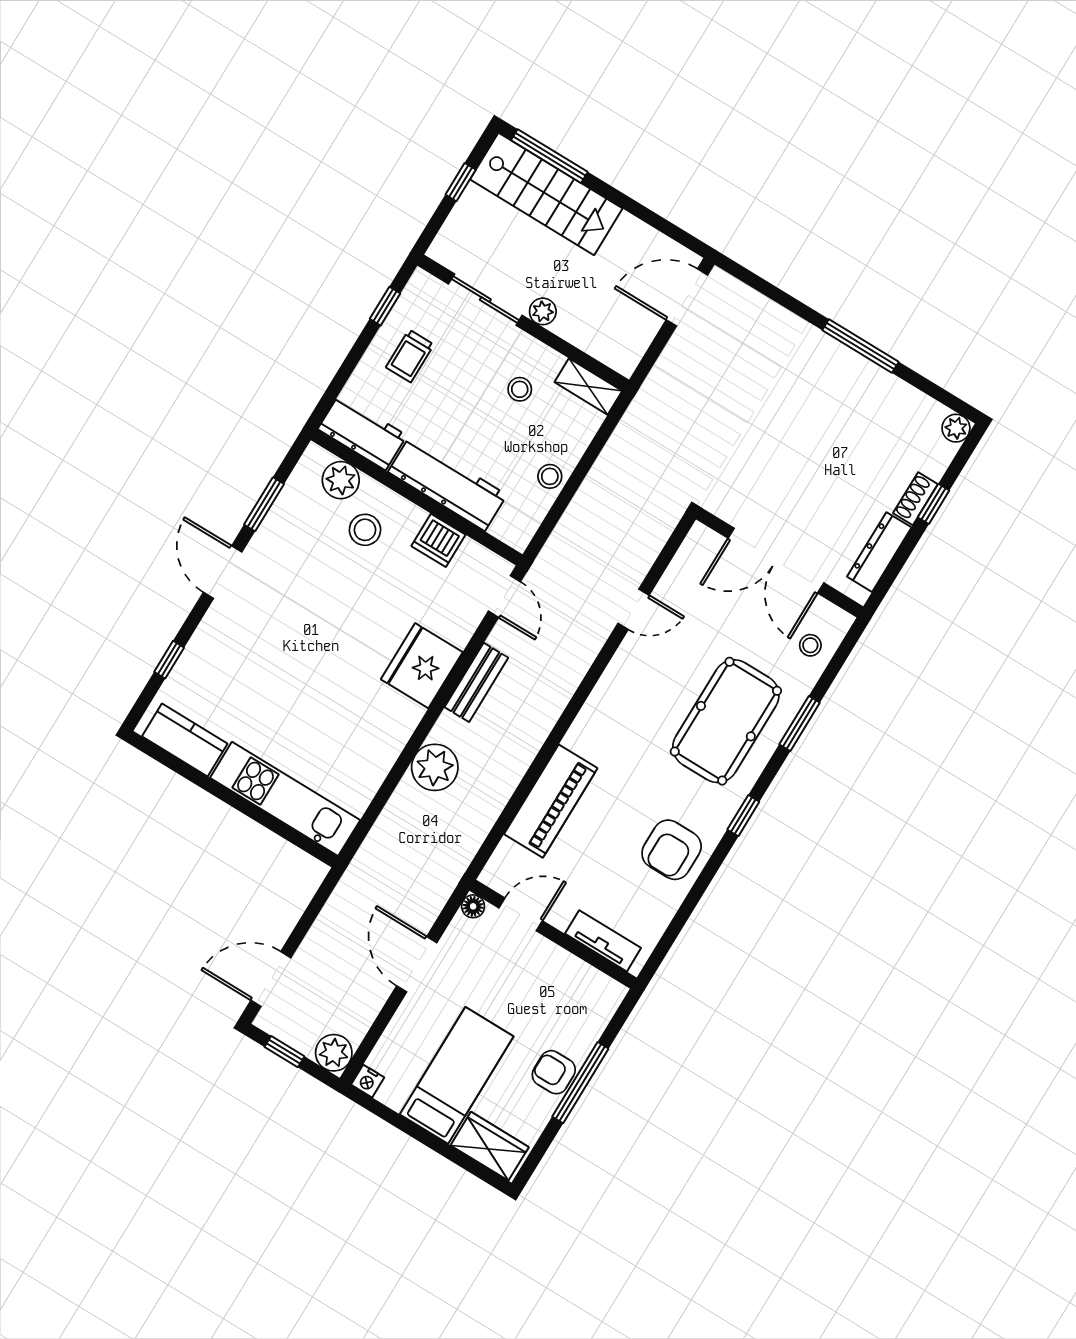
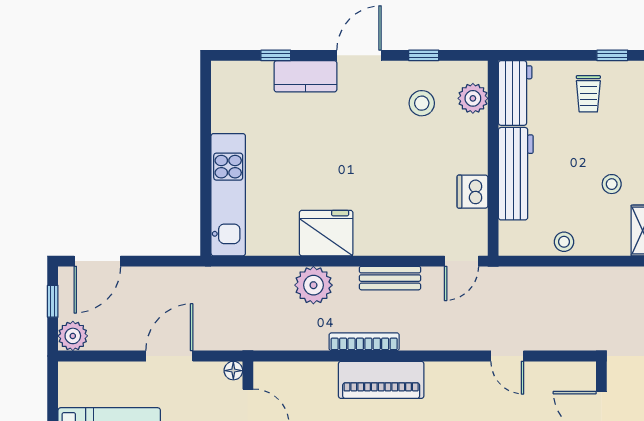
trolley: (410, 356) -> (588, 94), turned -90
window: (264, 504) -> (424, 55), width x0.67
stool: (365, 530) -> (422, 103), moved
fridge: (422, 666) -> (326, 233), moved
kitchen counter: (185, 740) -> (305, 76), moved, turned 90
bookcase: (527, 750) -> (364, 342), added
piano: (551, 801) -> (381, 380), moved
door: (271, 979) -> (97, 261), swing flipped
nightstand: (368, 1081) -> (68, 371), removed

